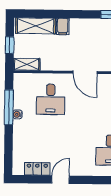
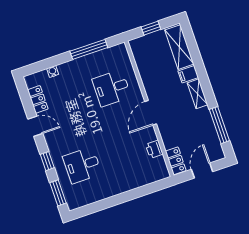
shelving: (27, 64) -> (198, 94), moved
water cooler: (17, 114) -> (53, 71), moved
window: (95, 180) -> (47, 161), added

